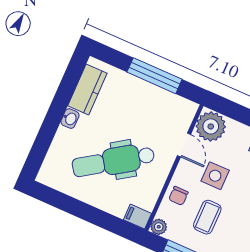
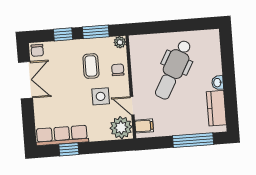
window: (155, 76) -> (193, 140), moved
dental chair: (113, 161) -> (173, 70), turned 153
filing cabinet: (137, 217) -> (144, 126), moved

